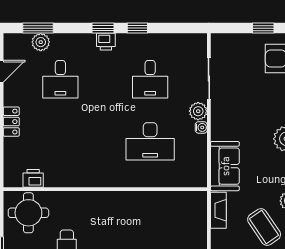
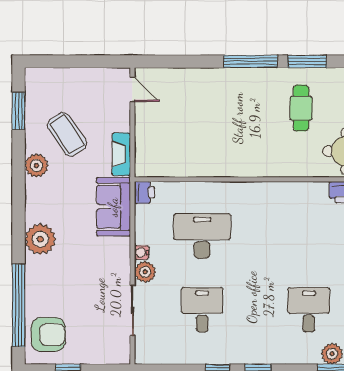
printer: (106, 42) -> (144, 192), moved, turned 90

